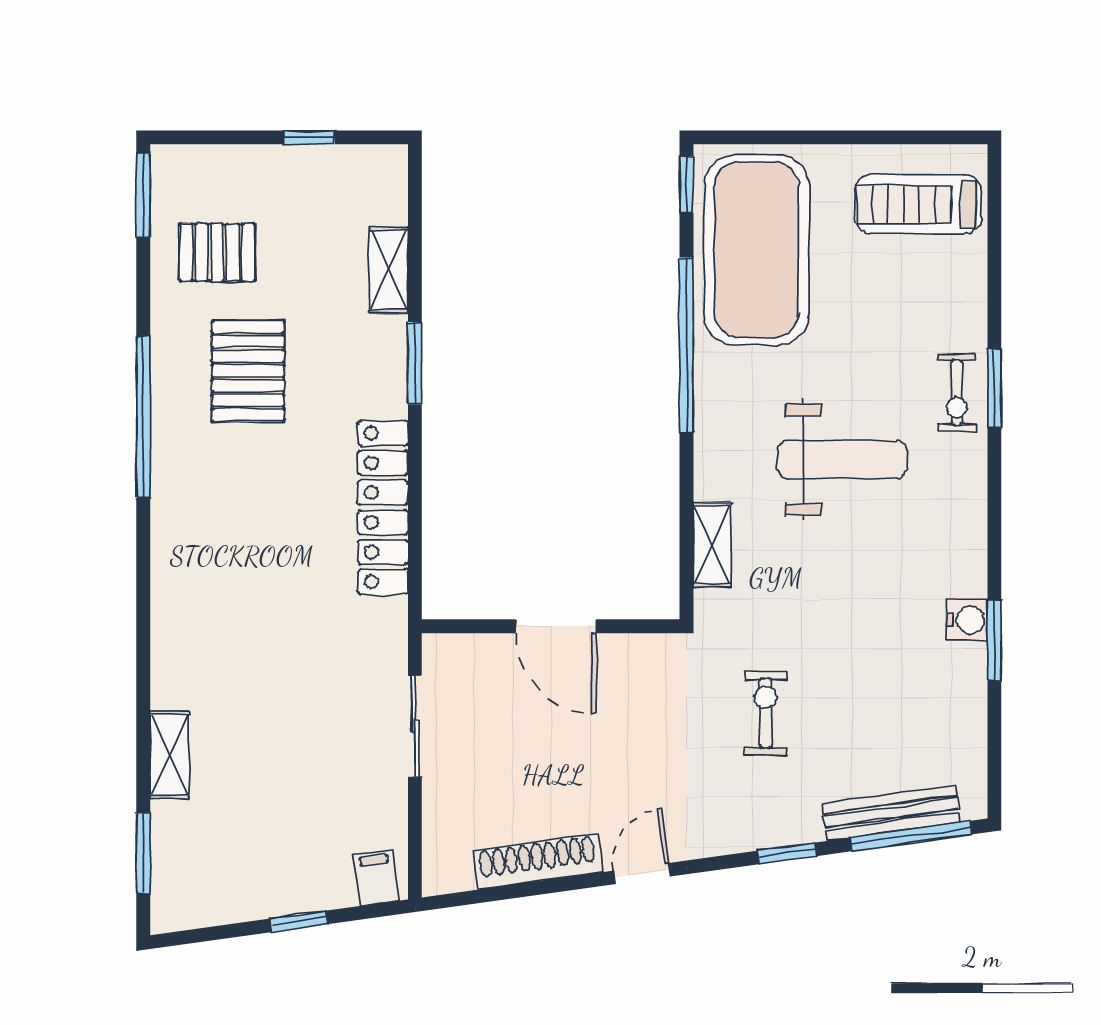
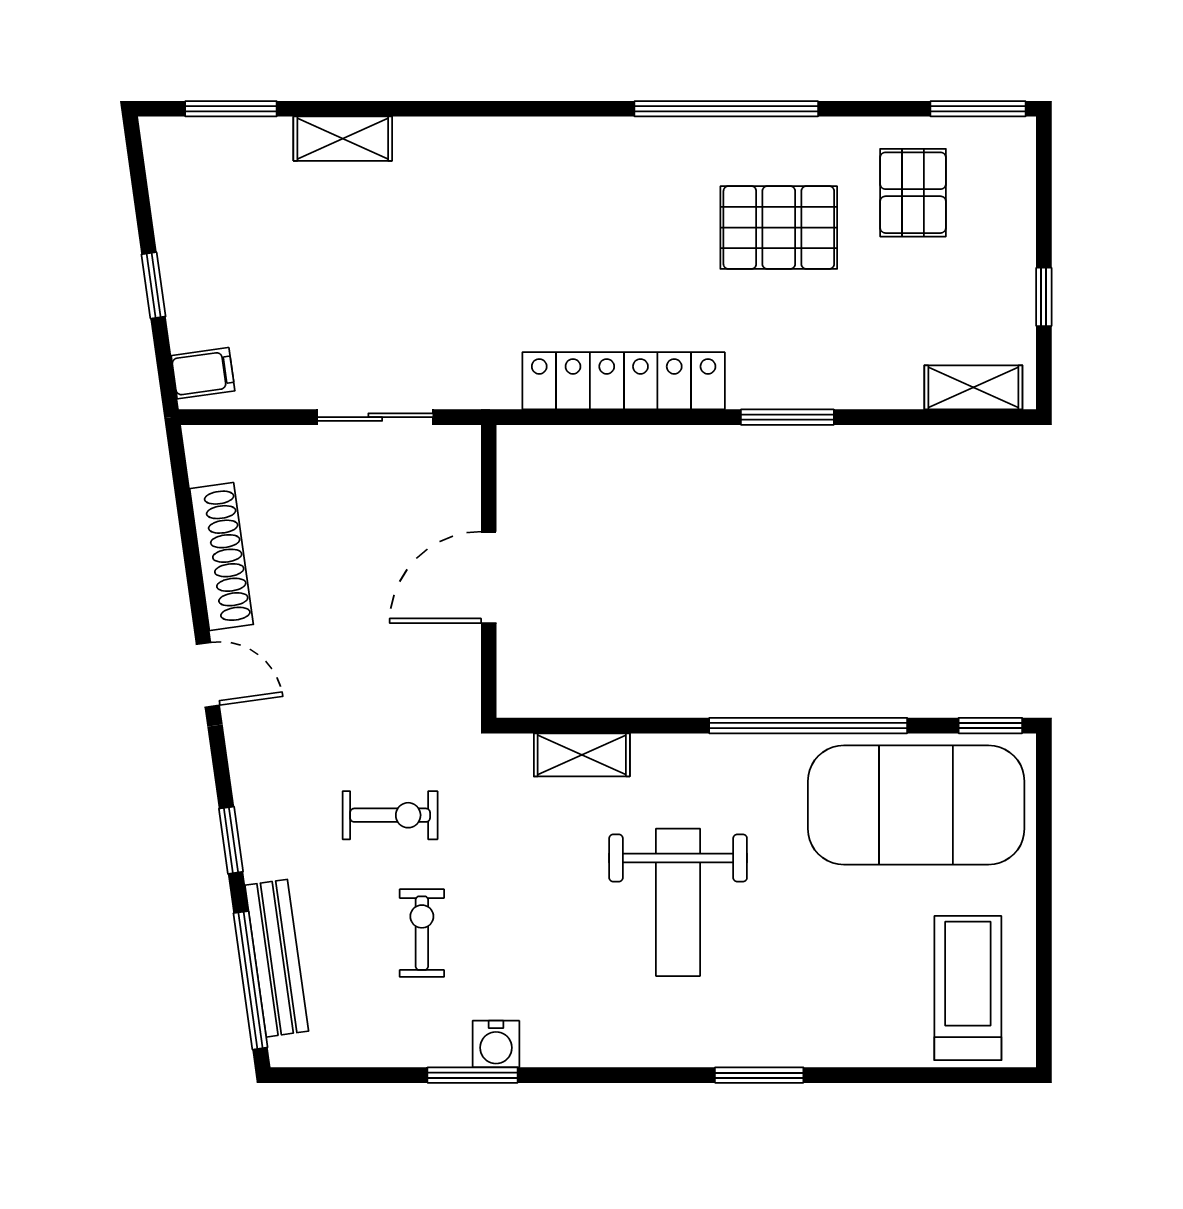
shelving: (389, 270) -> (973, 387), moved
exercise bike: (957, 393) -> (422, 933), moved, turned 90

